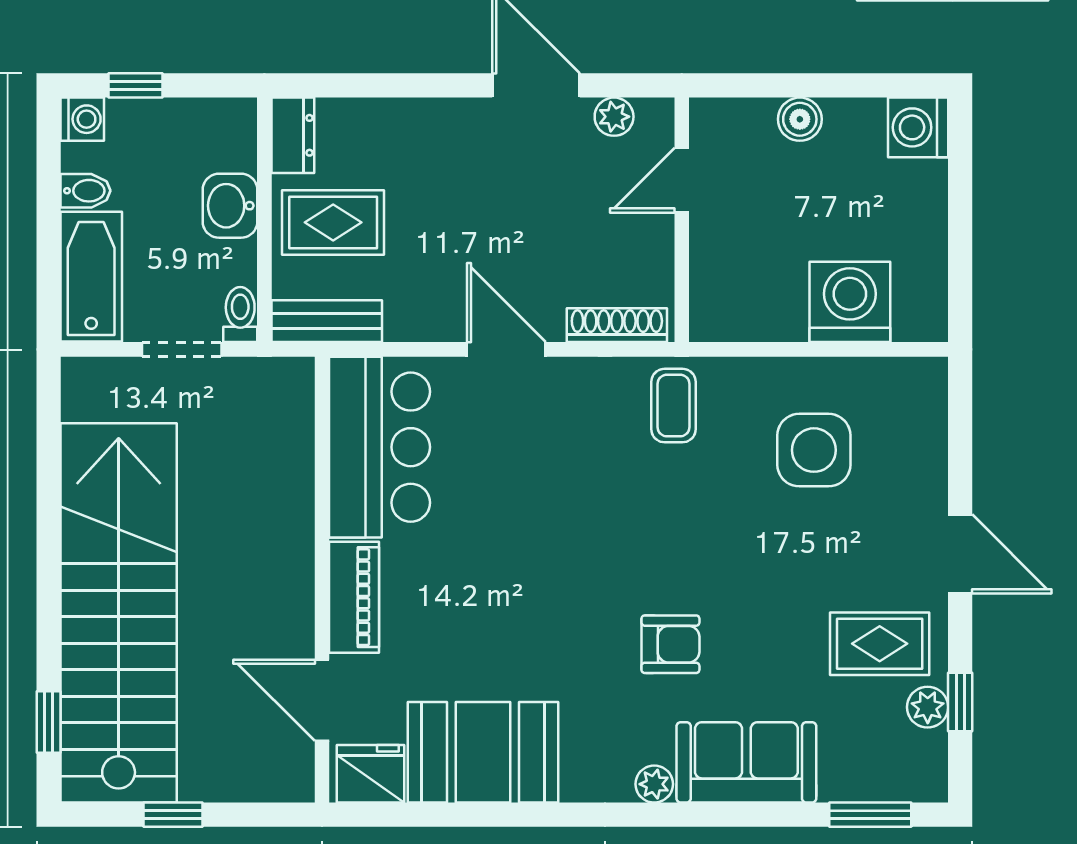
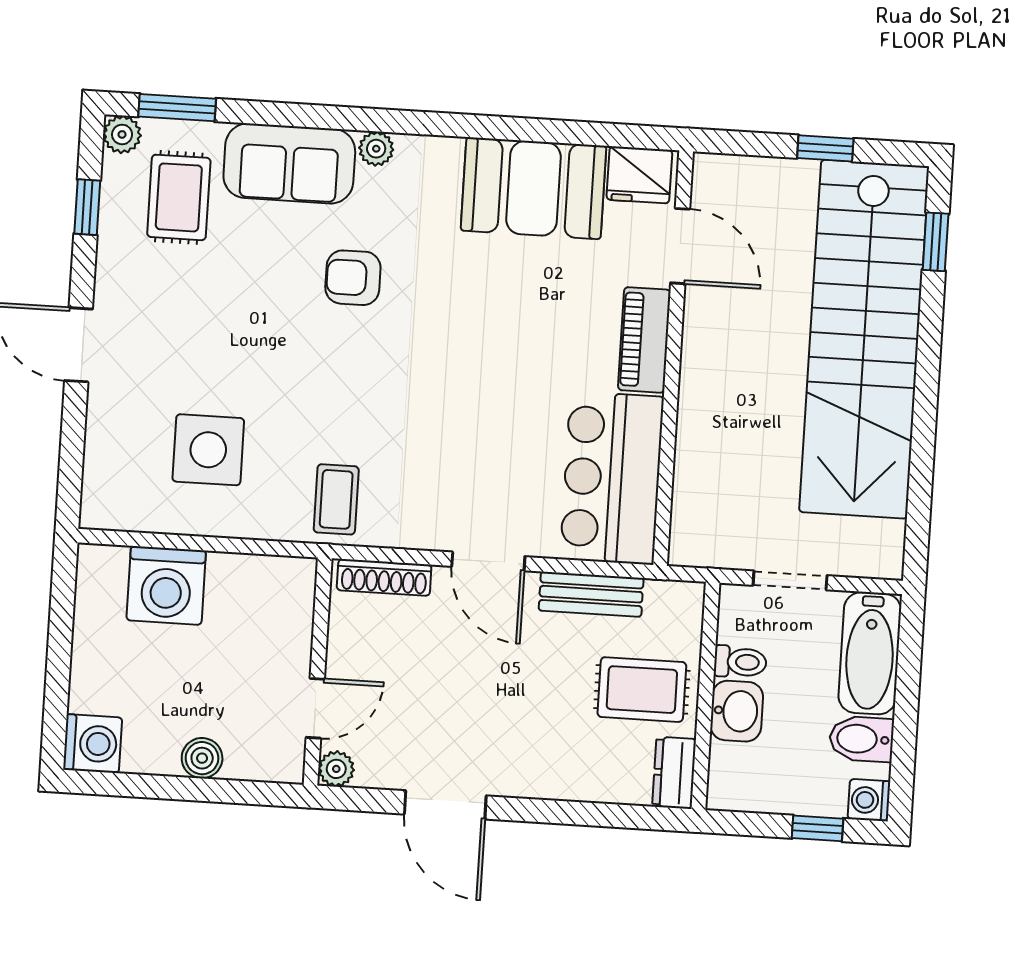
plant: (614, 117) -> (336, 769), moved
bidet: (85, 191) -> (861, 739), width x1.38, depth x1.36
toilet: (240, 314) -> (740, 662), moved, turned -90
bench: (327, 321) -> (591, 594), moved
rug: (880, 644) -> (179, 197), moved, turned 90
plant: (928, 707) -> (122, 134), moved

